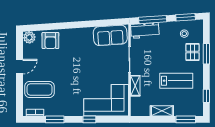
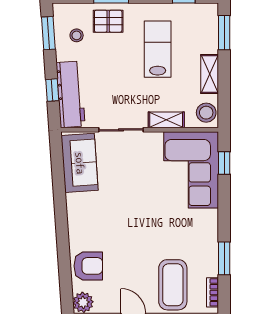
window: (153, 20) -> (52, 90), width x0.46
workbench: (145, 31) -> (71, 94), width x1.38
stool: (139, 109) -> (206, 113), added
window: (89, 119) -> (224, 163), moved

